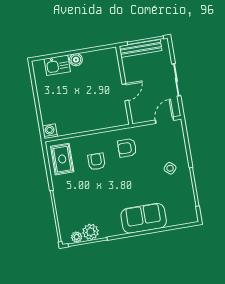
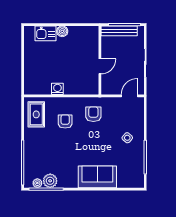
washing machine: (50, 131) -> (57, 89), moved
armchair: (127, 148) -> (93, 114), turned 90

